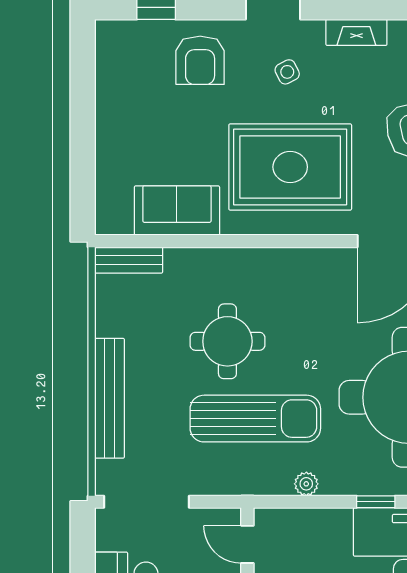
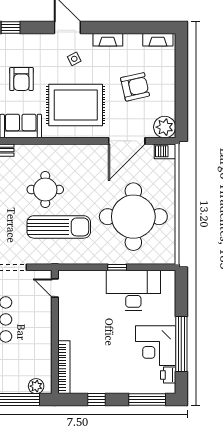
armchair: (200, 60) -> (21, 79), moved
plant: (306, 484) -> (83, 259), removed

